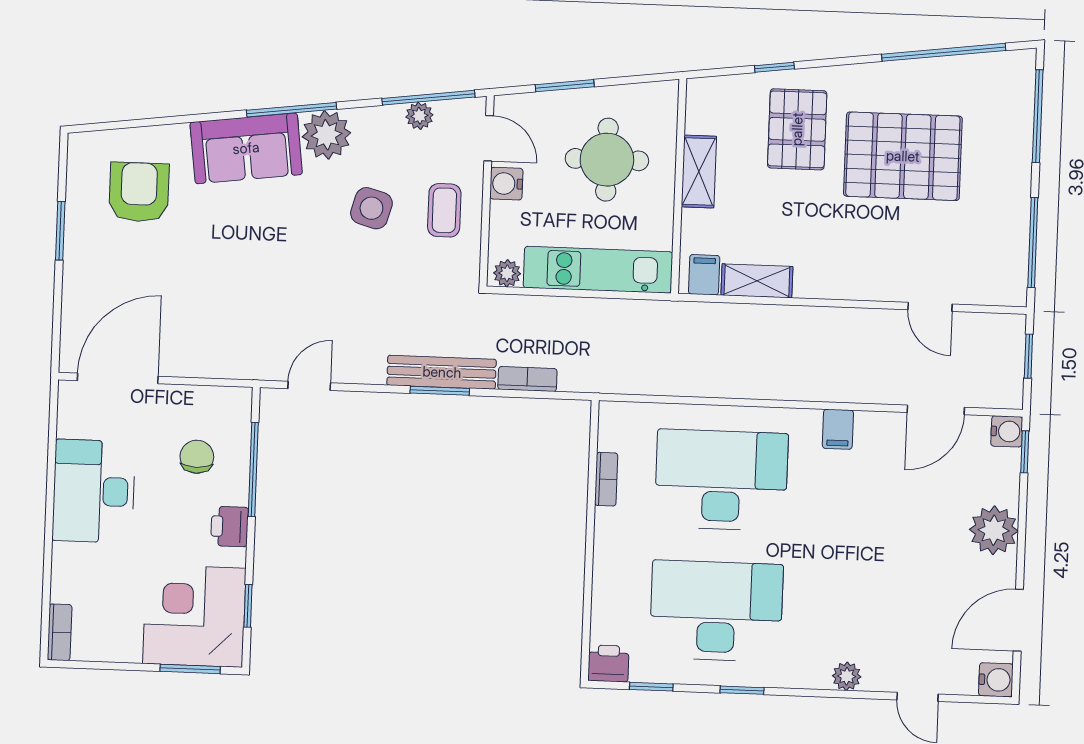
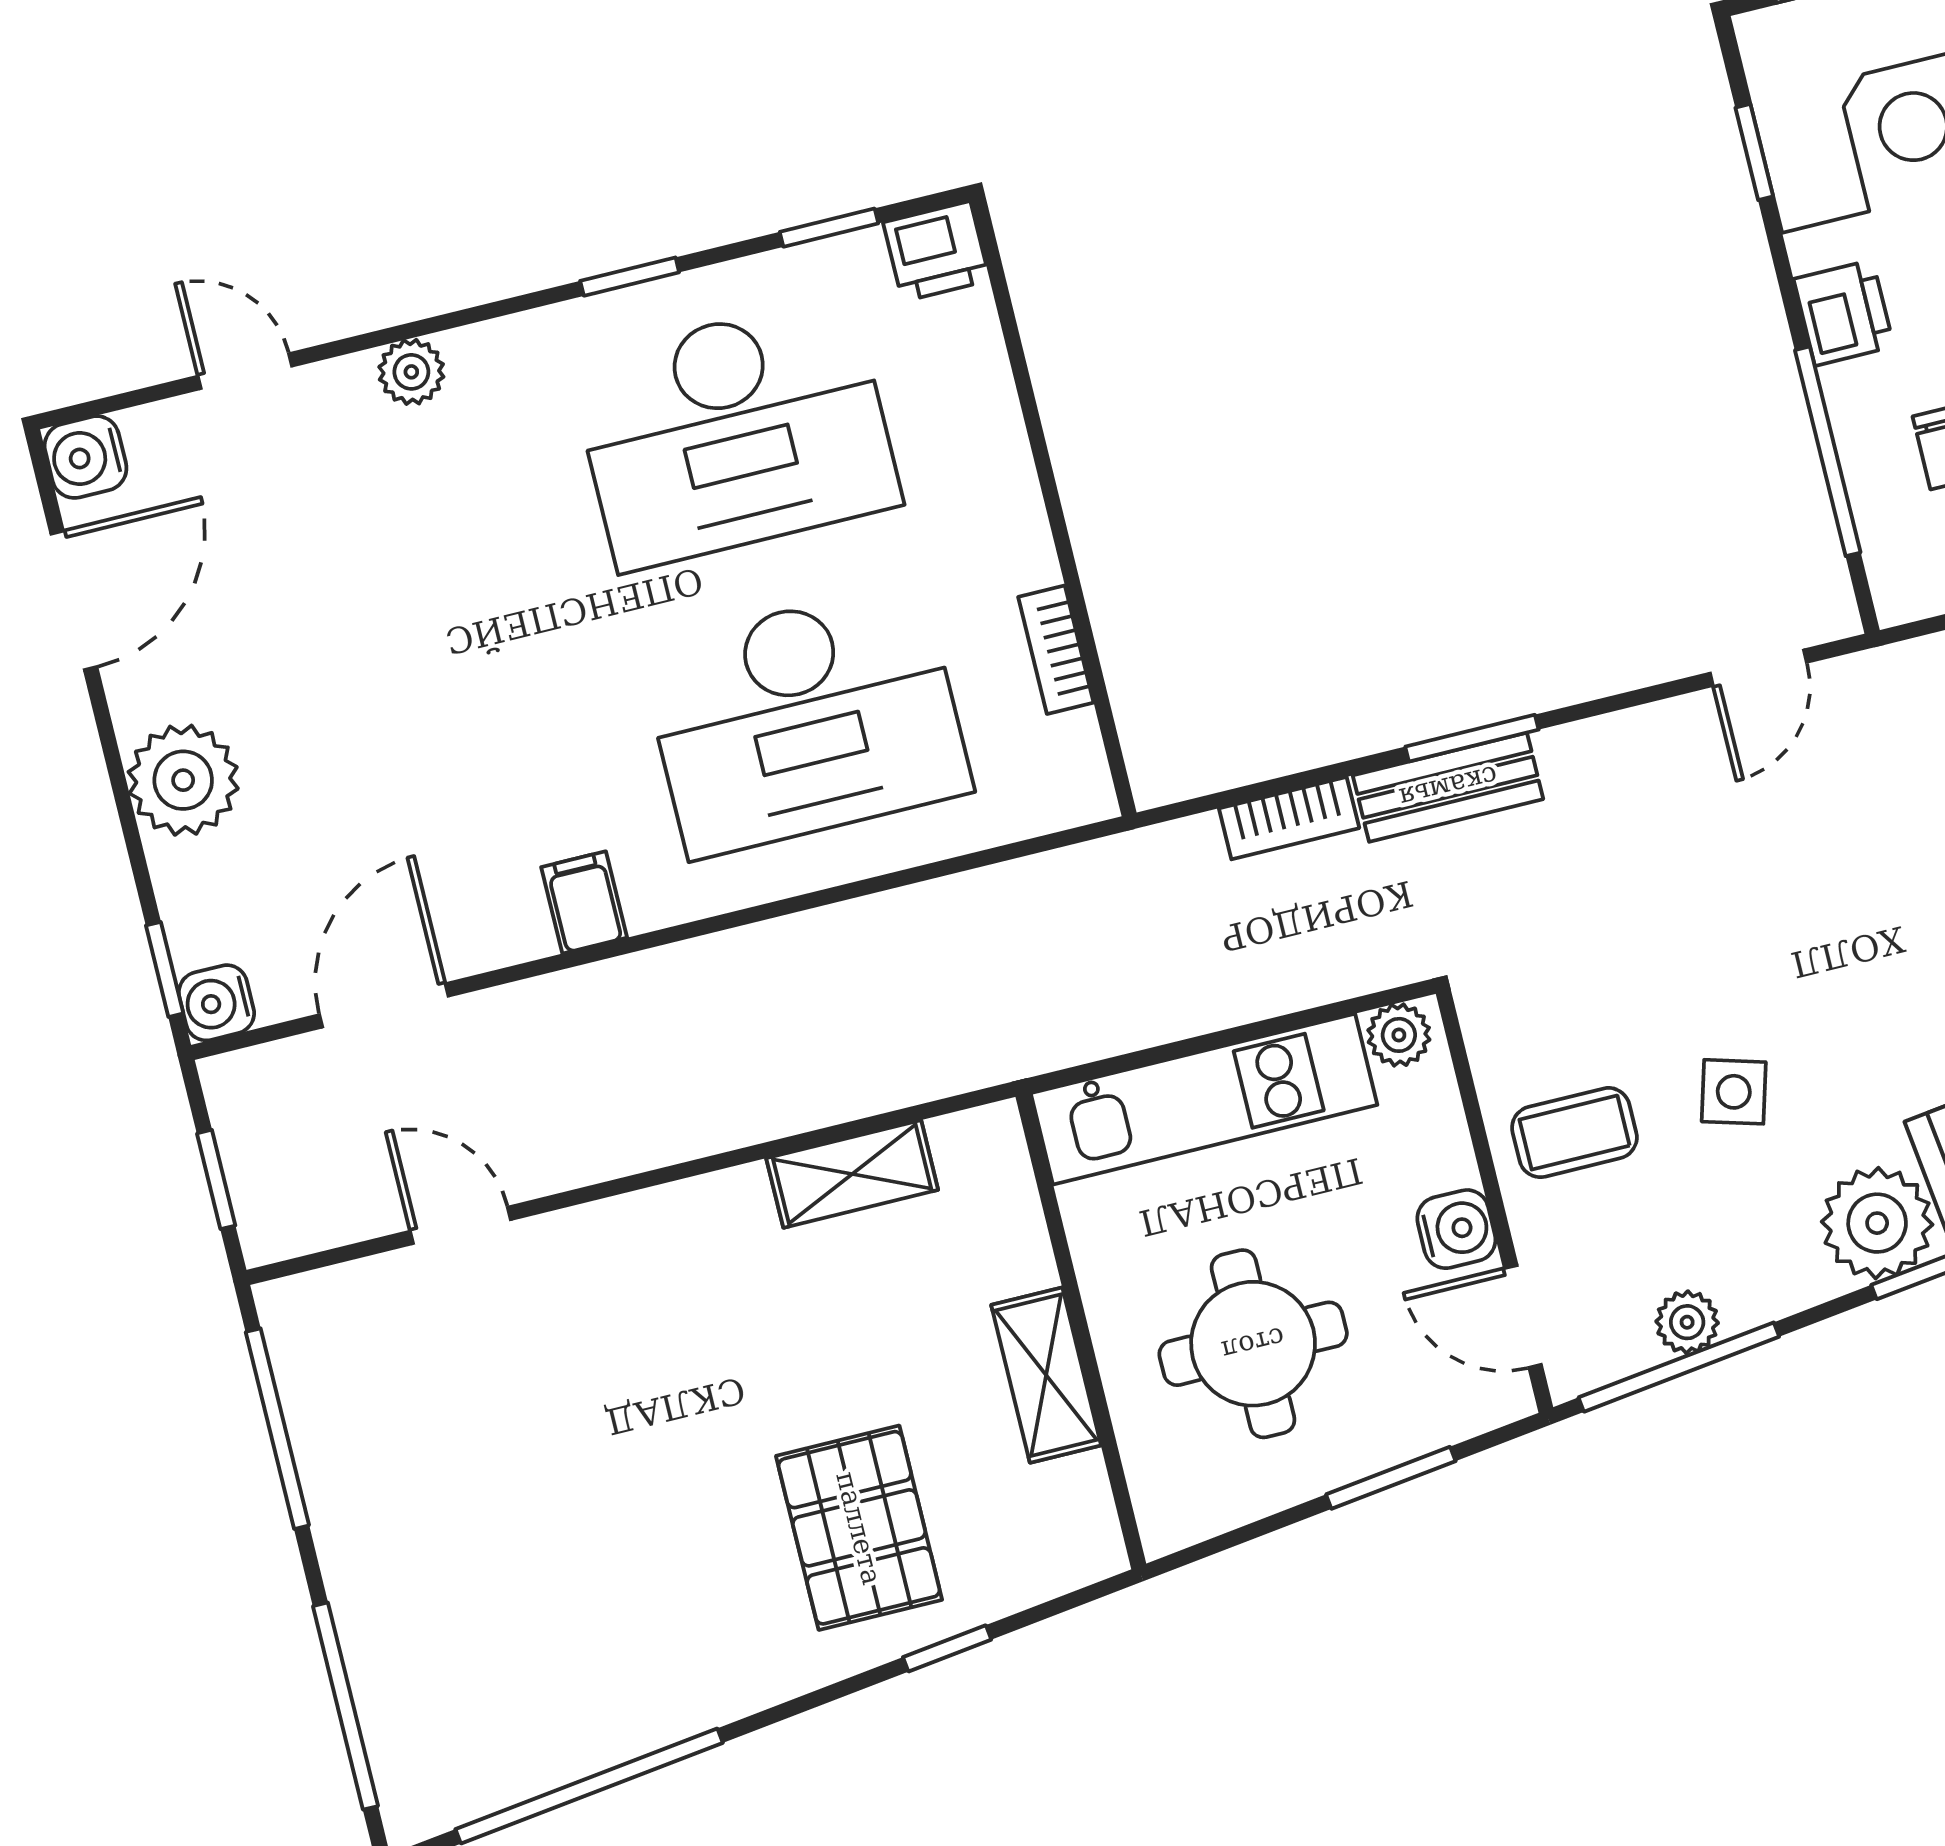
pallet: (903, 156) -> (613, 1535), removed
side table: (371, 208) -> (1734, 1092), width x0.73, depth x0.73
coffee table: (444, 210) -> (1574, 1133), turned 90
filing cabinet: (704, 275) -> (971, 1154), removed
bench: (442, 372) -> (1448, 787), width x0.73

